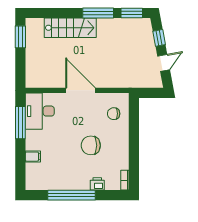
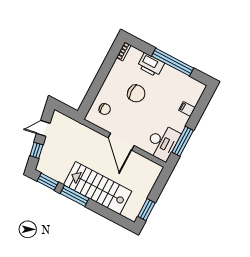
stairs: (70, 28) -> (98, 188), width x1.36, depth x1.51
printer: (97, 184) -> (151, 65), width x1.87, depth x1.48

